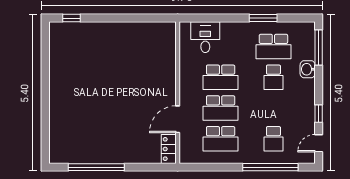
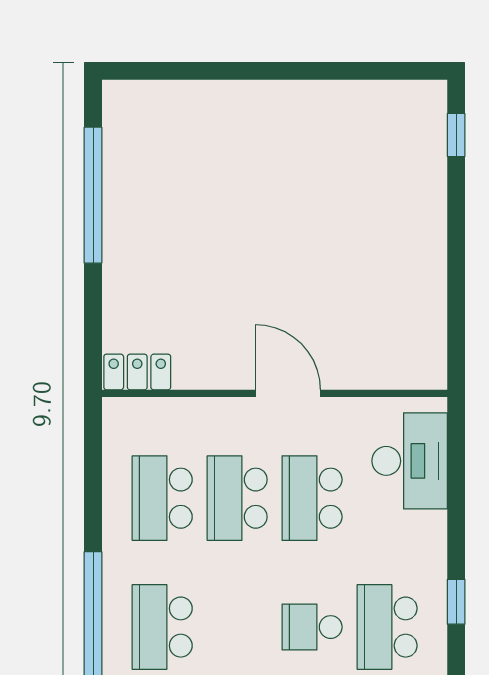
window: (263, 18) -> (456, 602), width x0.67
desk: (205, 37) -> (410, 461), width x1.37
door: (178, 119) -> (288, 393), moved
school desk: (273, 139) -> (162, 627), width x1.85

